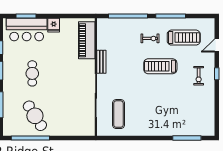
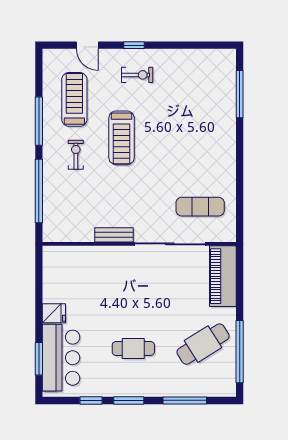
piano: (87, 40) -> (223, 276), moved, turned 90

